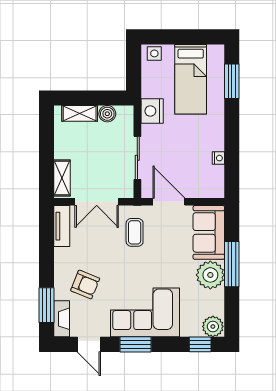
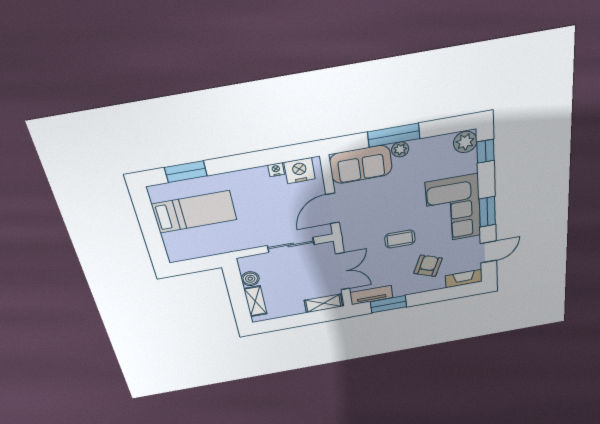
side table: (154, 53) -> (176, 250), removed
nightstand: (152, 111) -> (300, 171), moved, turned 180
coffee table: (135, 232) -> (400, 239), moved
plant: (210, 275) -> (400, 149), width x0.53, depth x0.53
window: (47, 305) -> (388, 304), moved

